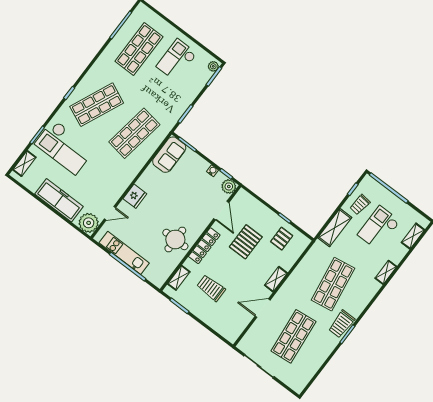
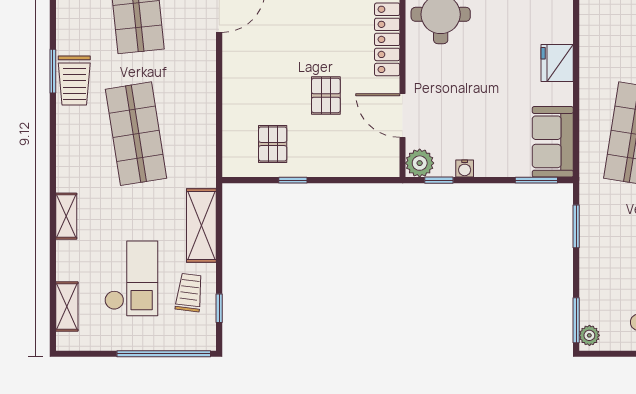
fridge: (135, 196) -> (557, 63), moved
pallet: (246, 242) -> (326, 95), width x0.67, depth x0.71
shelving: (276, 279) -> (233, 73), removed
trolley: (342, 324) -> (74, 81), turned 180

